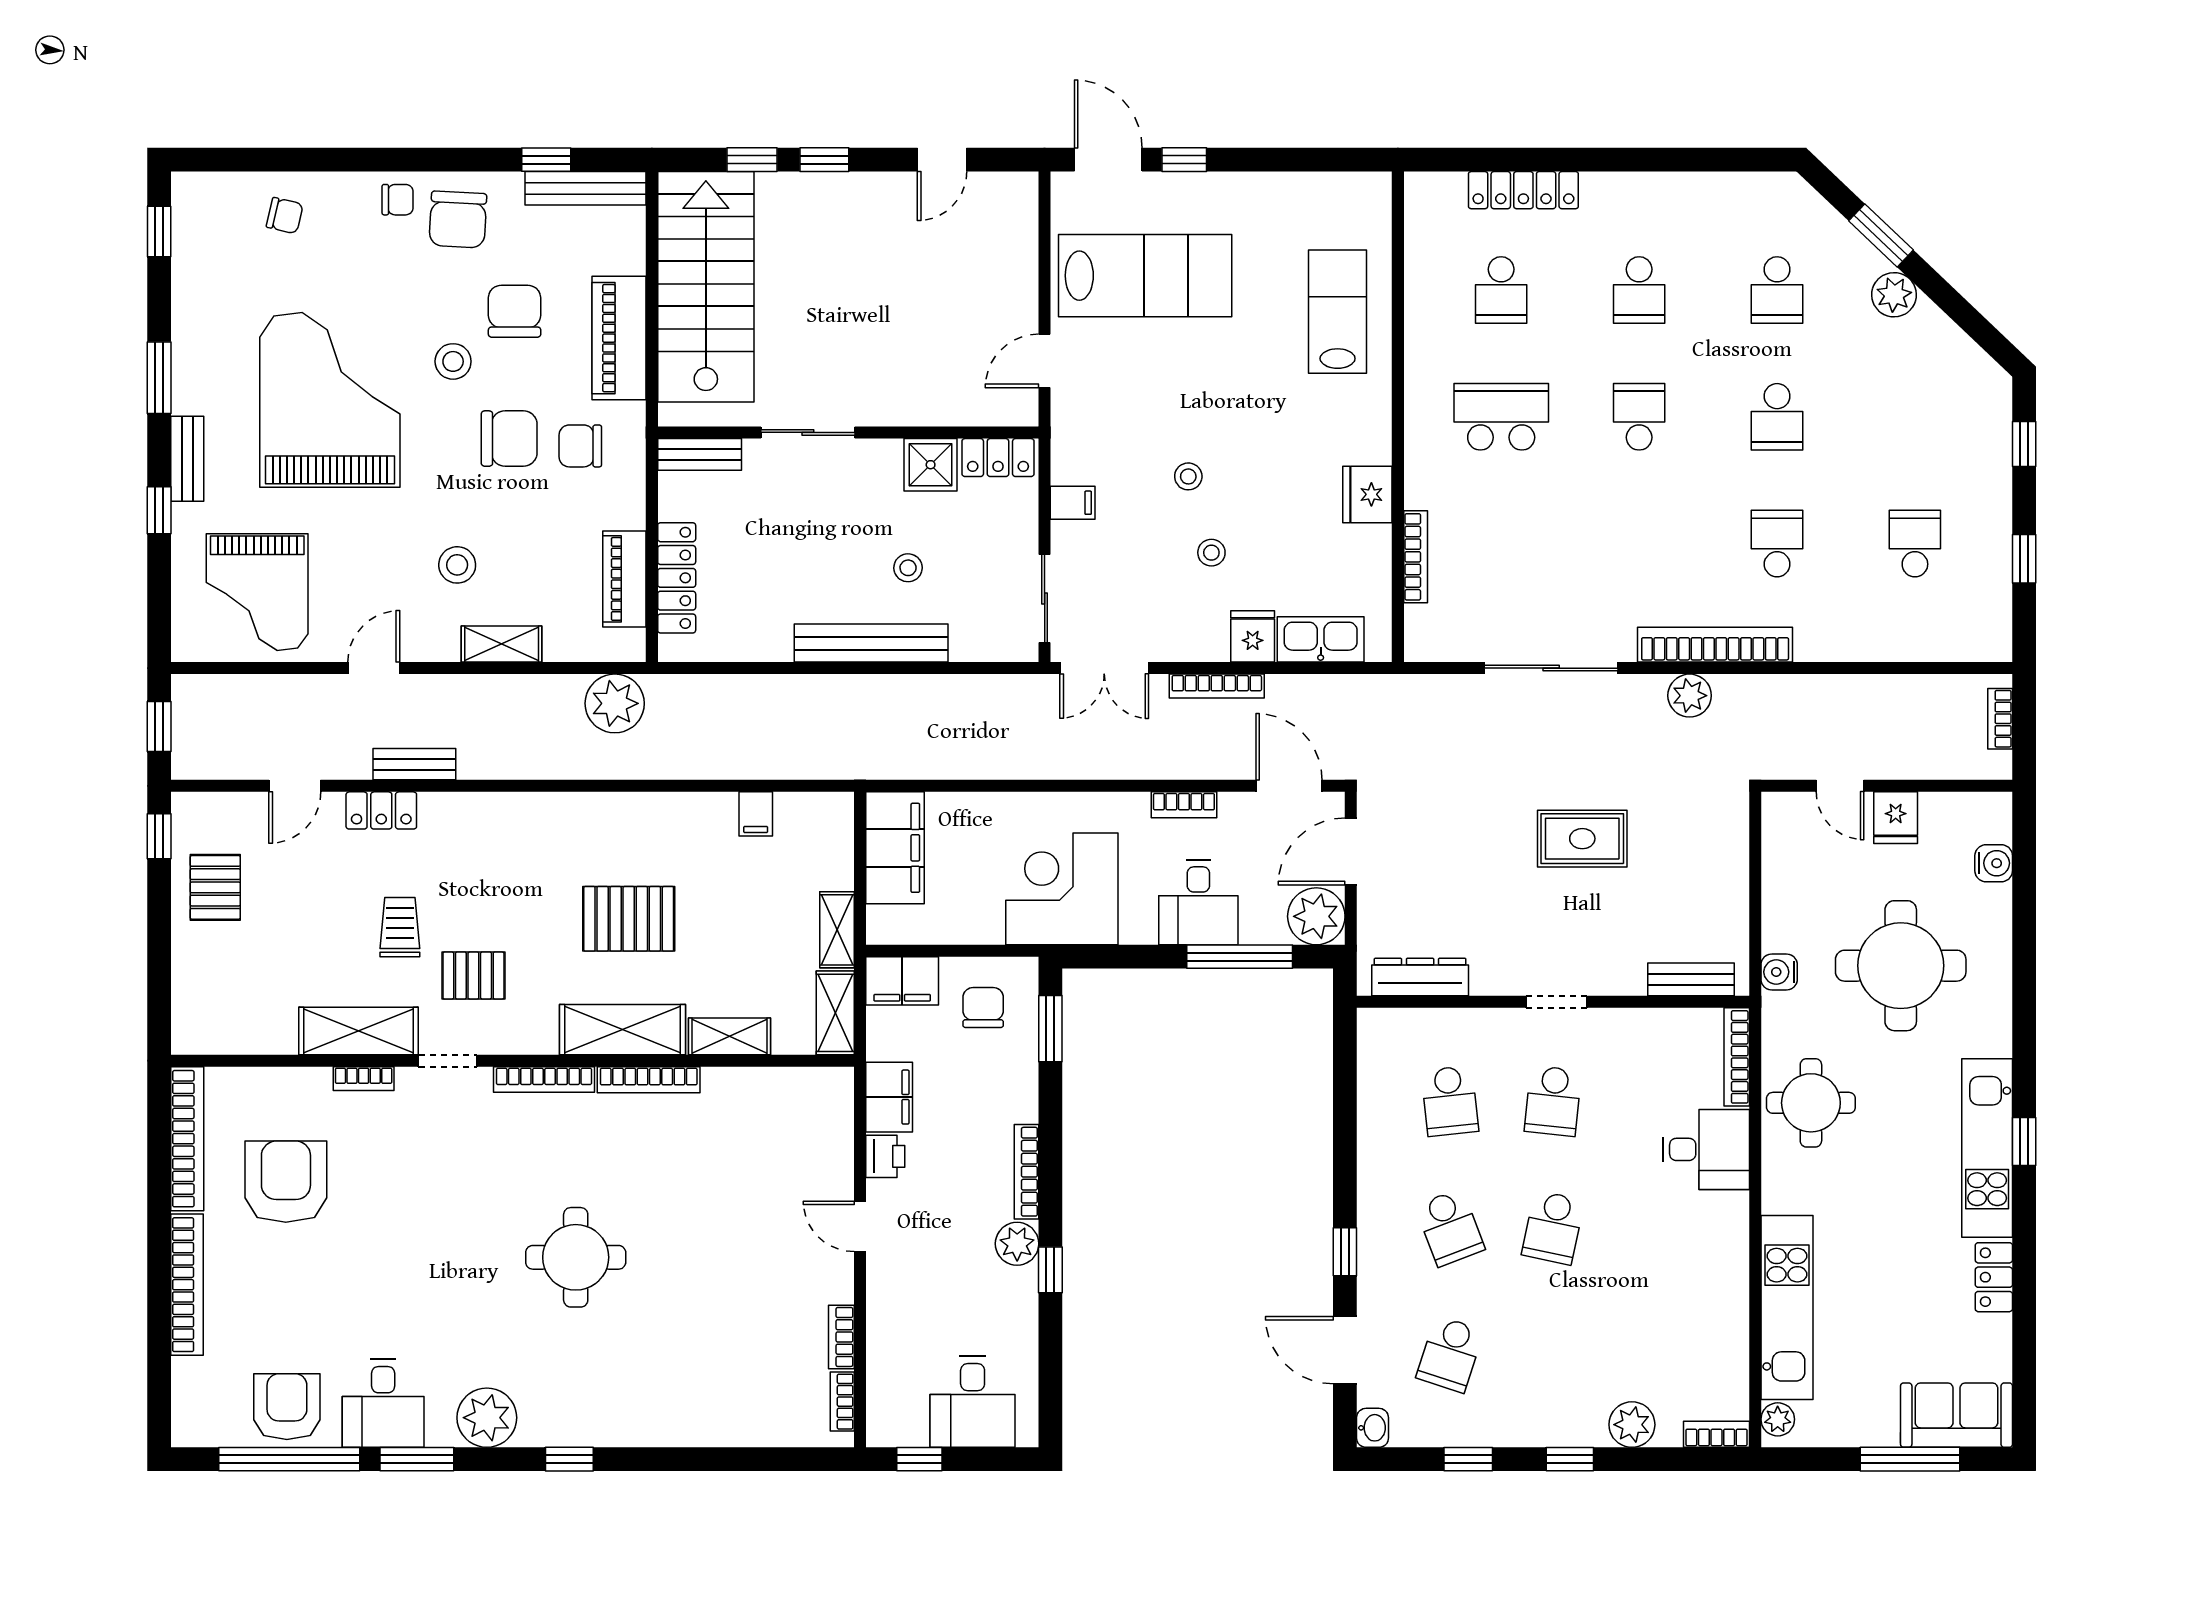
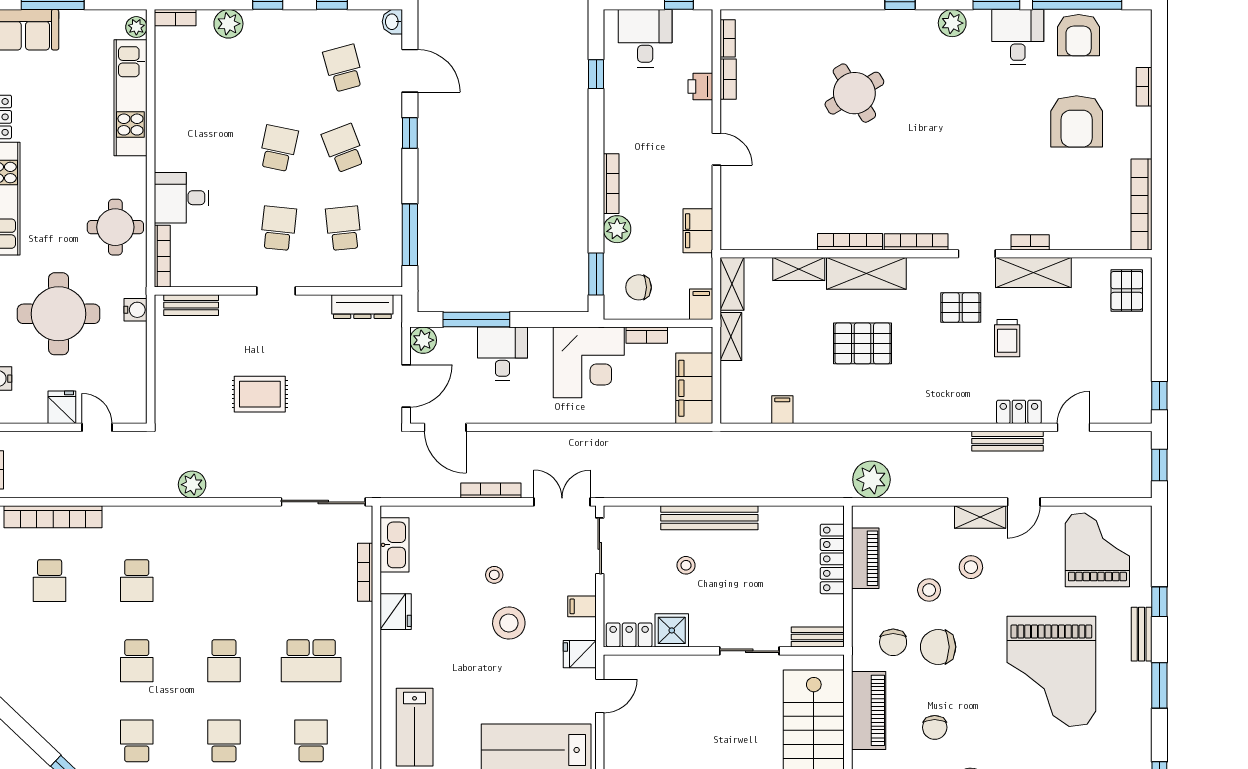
plant: (1894, 295) -> (63, 738), removed
chair: (515, 311) -> (935, 727), width x0.73, depth x0.73
stool: (453, 361) -> (929, 590), moved
school desk: (1777, 417) -> (137, 661), turned 180
chair: (580, 446) -> (893, 642), turned 90
stool: (1188, 476) -> (509, 623), width x1.89, depth x1.89
fridge: (1253, 636) -> (580, 654), moved, turned 90
kitchen sink: (1321, 639) -> (395, 545), moved, turned -90
shelving: (502, 644) -> (980, 517), moved
bookcase: (1715, 645) -> (53, 517), moved
sliding door: (1551, 668) -> (323, 502), moved
bench: (414, 764) -> (1008, 441), width x1.36
bookcase: (1184, 805) -> (647, 335), moved, turned 180
pallet: (215, 887) -> (1127, 291), moved
plant: (1316, 916) -> (423, 340), width x0.73, depth x0.73
filing cabinet: (902, 981) -> (701, 304), width x0.50
chair: (983, 1008) -> (639, 287), turned 90
window: (1345, 1091) -> (410, 235), added
printer: (885, 1156) -> (700, 87), moved
armchair: (286, 1182) -> (1077, 121), moved
plant: (1017, 1244) -> (617, 229), moved
round table: (576, 1257) -> (854, 93), moved, turned -31
window: (1050, 1270) -> (596, 74), moved
bookcase: (187, 1285) -> (1144, 87), width x0.43, depth x0.76
school desk: (1450, 1354) -> (344, 68), turned -33
plant: (487, 1418) -> (952, 23), width x0.73, depth x0.73

